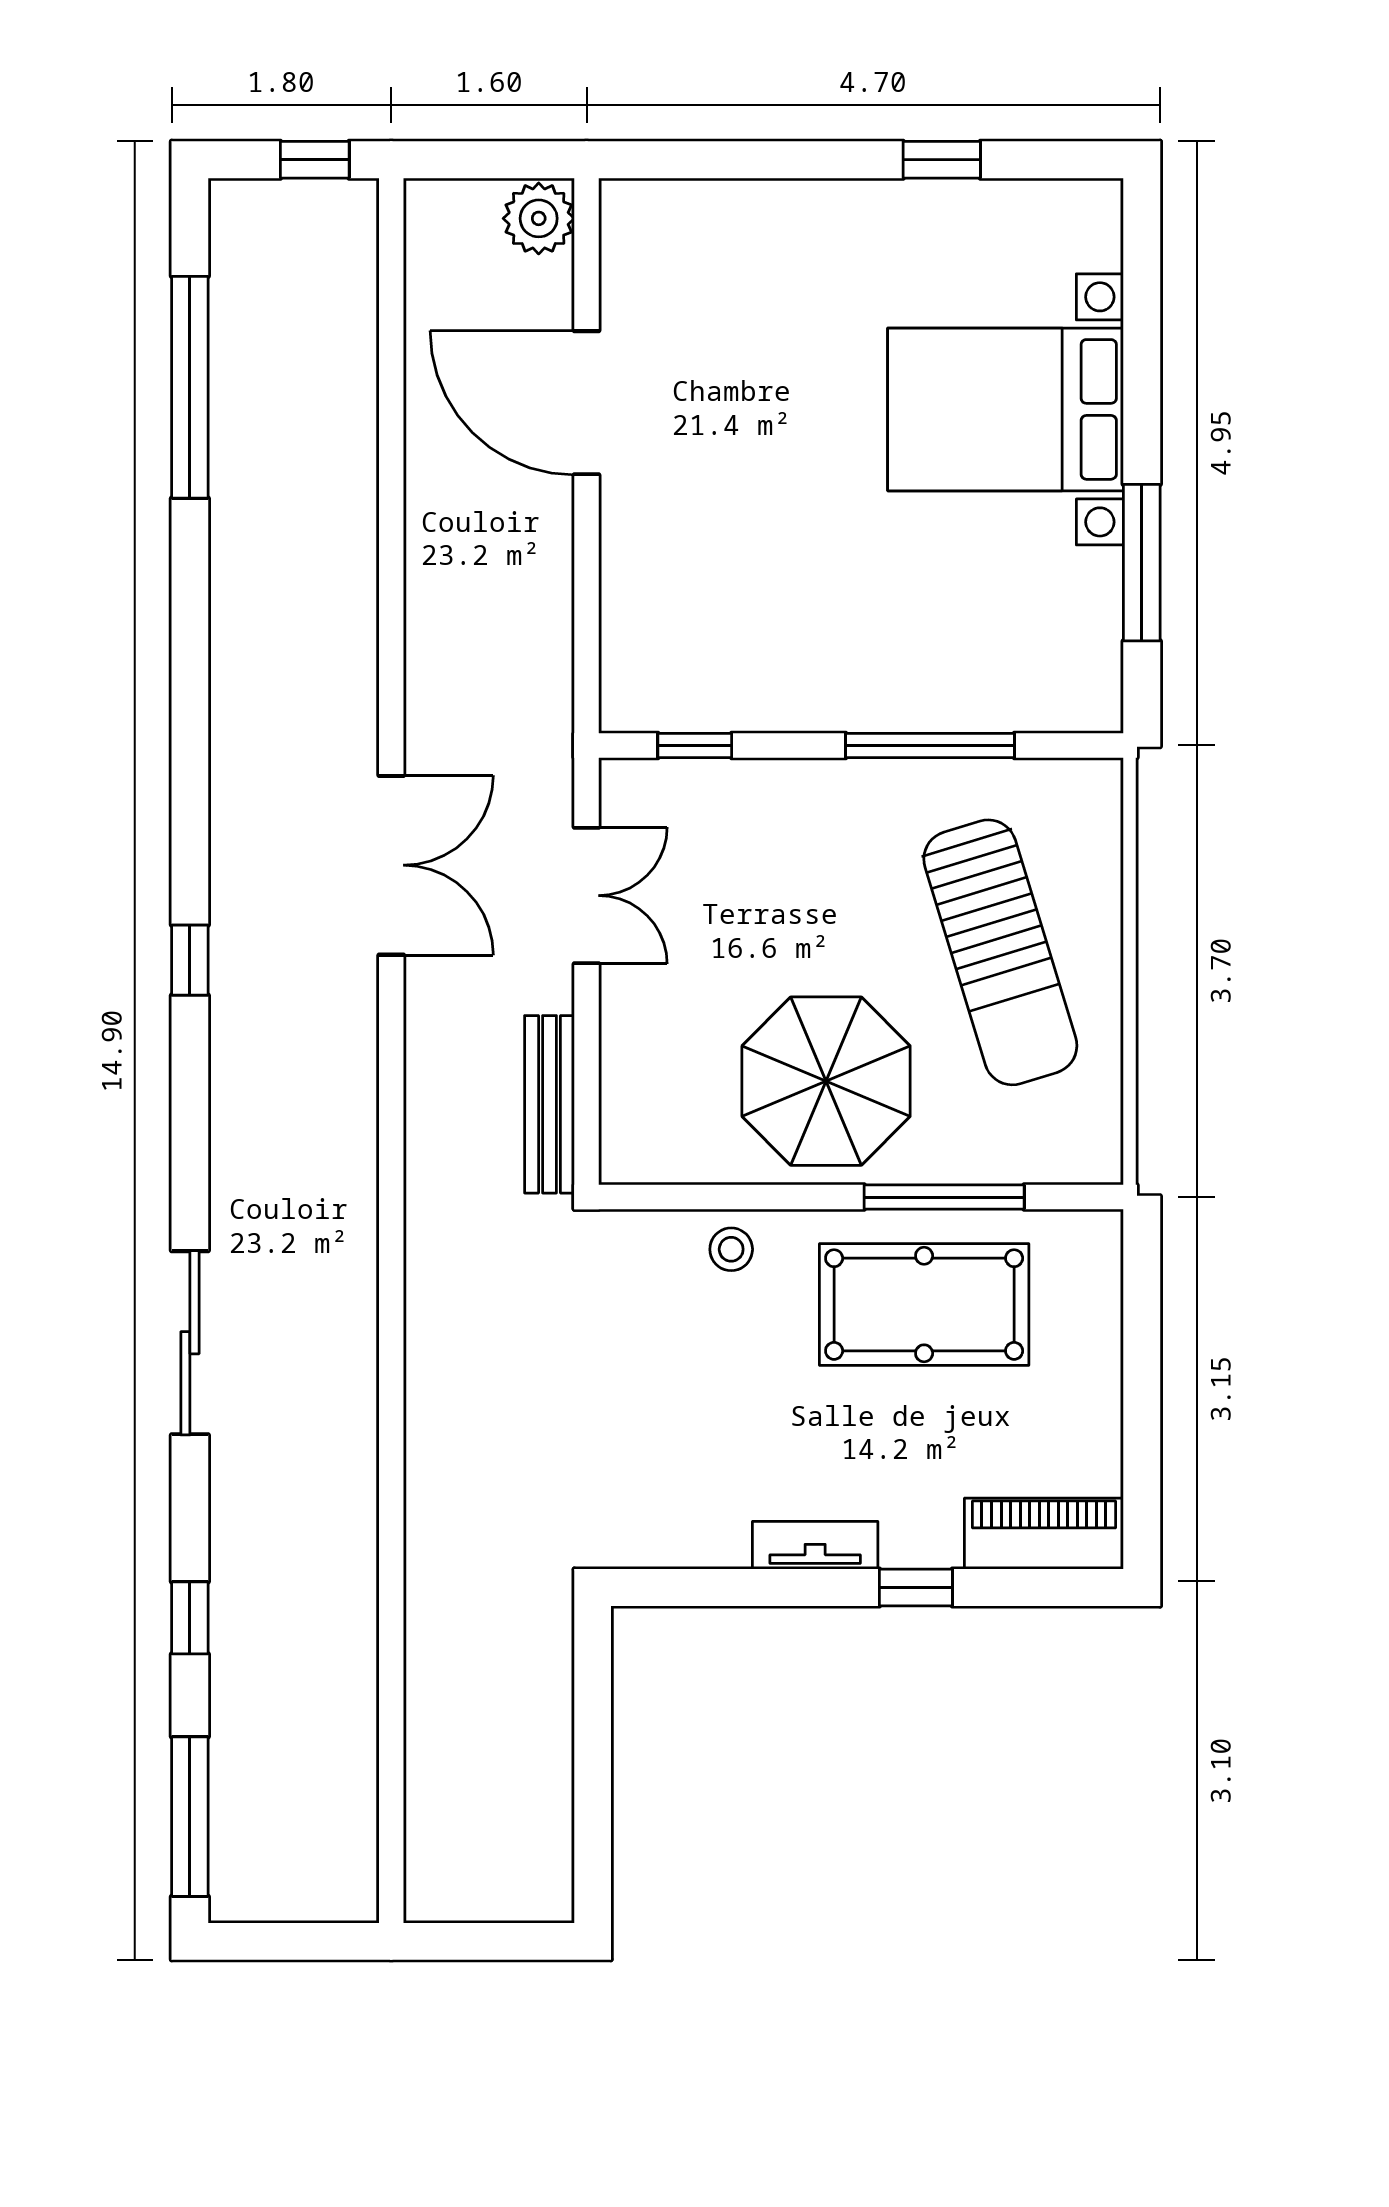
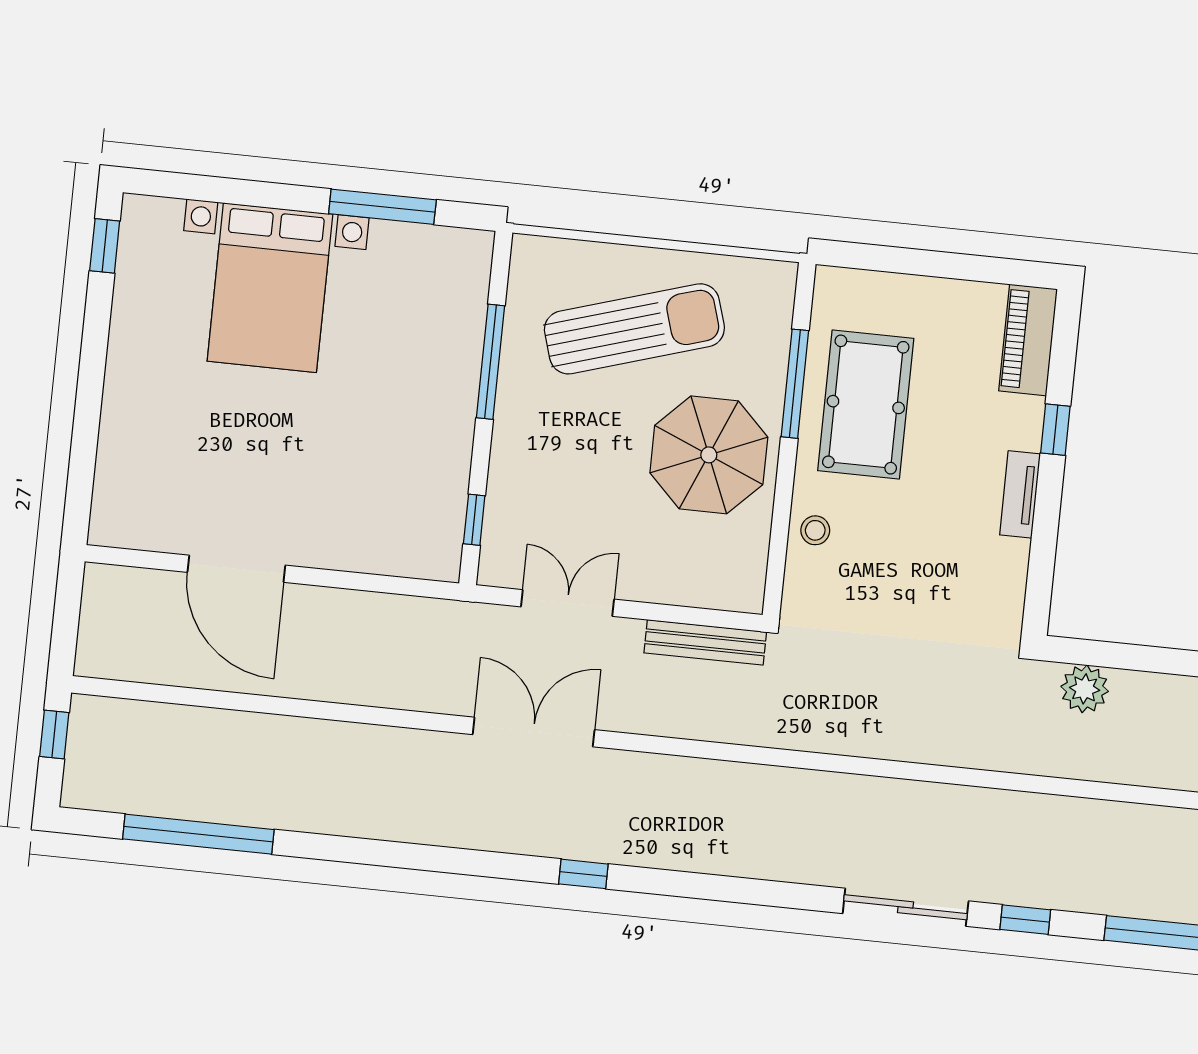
window: (942, 160) -> (105, 246), moved
plant: (539, 218) -> (1085, 689), moved
door: (587, 403) -> (236, 569), hinge flipped
sliding door: (190, 1343) -> (906, 907), moved

